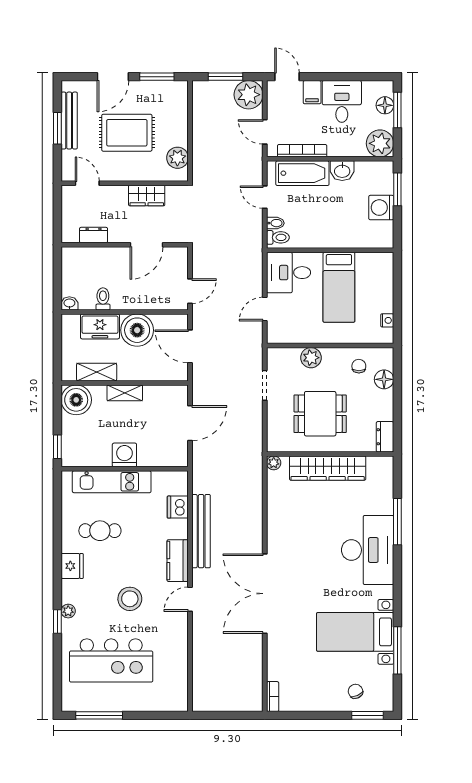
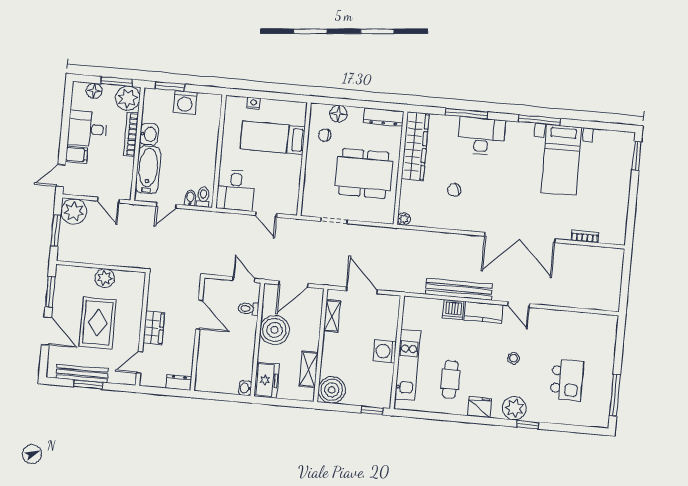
window: (397, 110) -> (117, 82), moved
door: (265, 132) -> (108, 200), hinge flipped
bookcase: (302, 151) -> (131, 134), moved
plant: (177, 158) -> (105, 278), moved
wardrobe: (147, 195) -> (154, 328), moved
dresser: (94, 235) -> (179, 382), moved, turned 90
bed: (339, 287) -> (273, 138), moved, turned 180
toilet: (103, 299) -> (248, 309), moved
nightstand: (387, 320) -> (253, 103), moved
freezer: (100, 326) -> (267, 380), moved
plant: (311, 358) -> (313, 177), removed
shelving: (125, 393) -> (332, 316), moved
dining table: (320, 414) -> (364, 174), width x1.38
dresser: (385, 437) -> (384, 117), width x1.44
wardrobe: (328, 468) -> (415, 146), moved
dishwasher: (178, 507) -> (453, 310), moved
desk: (368, 550) -> (481, 136), width x0.73, depth x0.77
stool: (130, 599) -> (513, 358), width x0.53, depth x0.53
plant: (68, 611) -> (514, 408), width x1.88, depth x1.88
window: (397, 650) -> (539, 120), moved
kitchen island: (111, 660) -> (567, 380), width x0.54, depth x0.78
chair: (355, 691) -> (454, 190), moved
bookcase: (273, 697) -> (585, 236), moved

